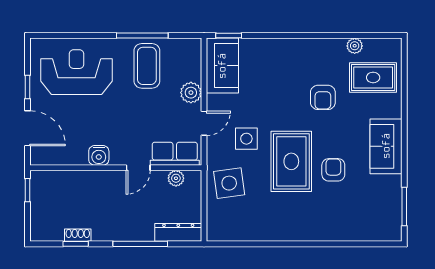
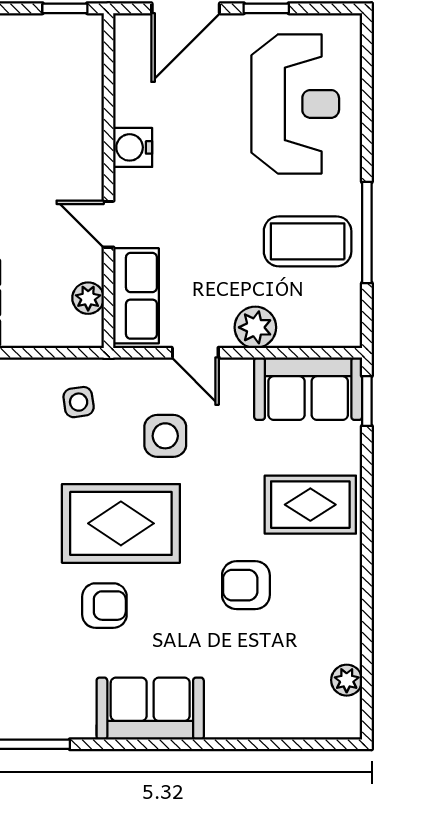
plant: (355, 46) -> (347, 680), moved
rug: (373, 77) -> (310, 505), moved, turned 90
side table: (229, 183) -> (79, 402), width x0.54, depth x0.54

